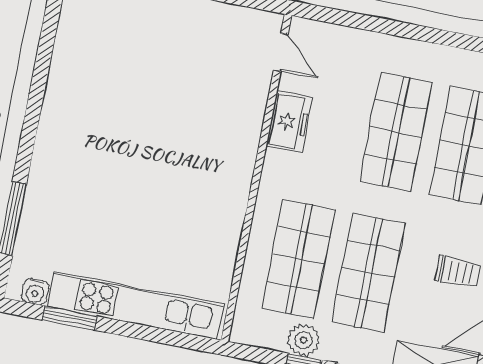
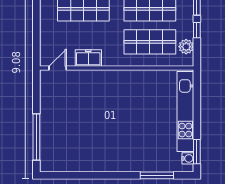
window: (70, 318) -> (197, 152), moved
plant: (304, 340) -> (186, 47), moved

